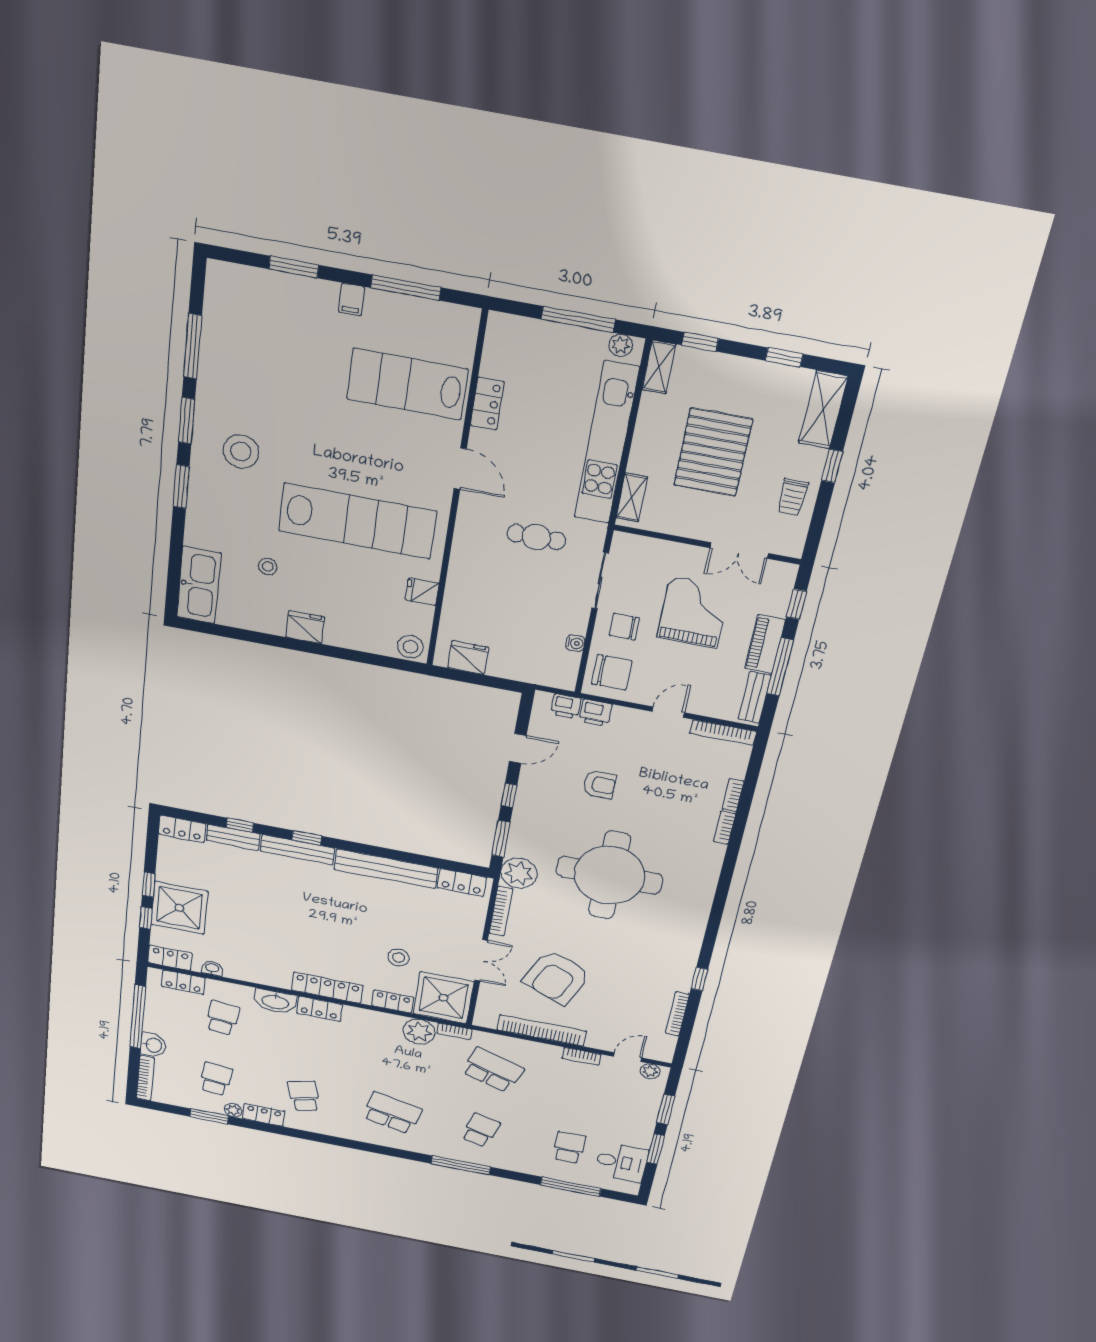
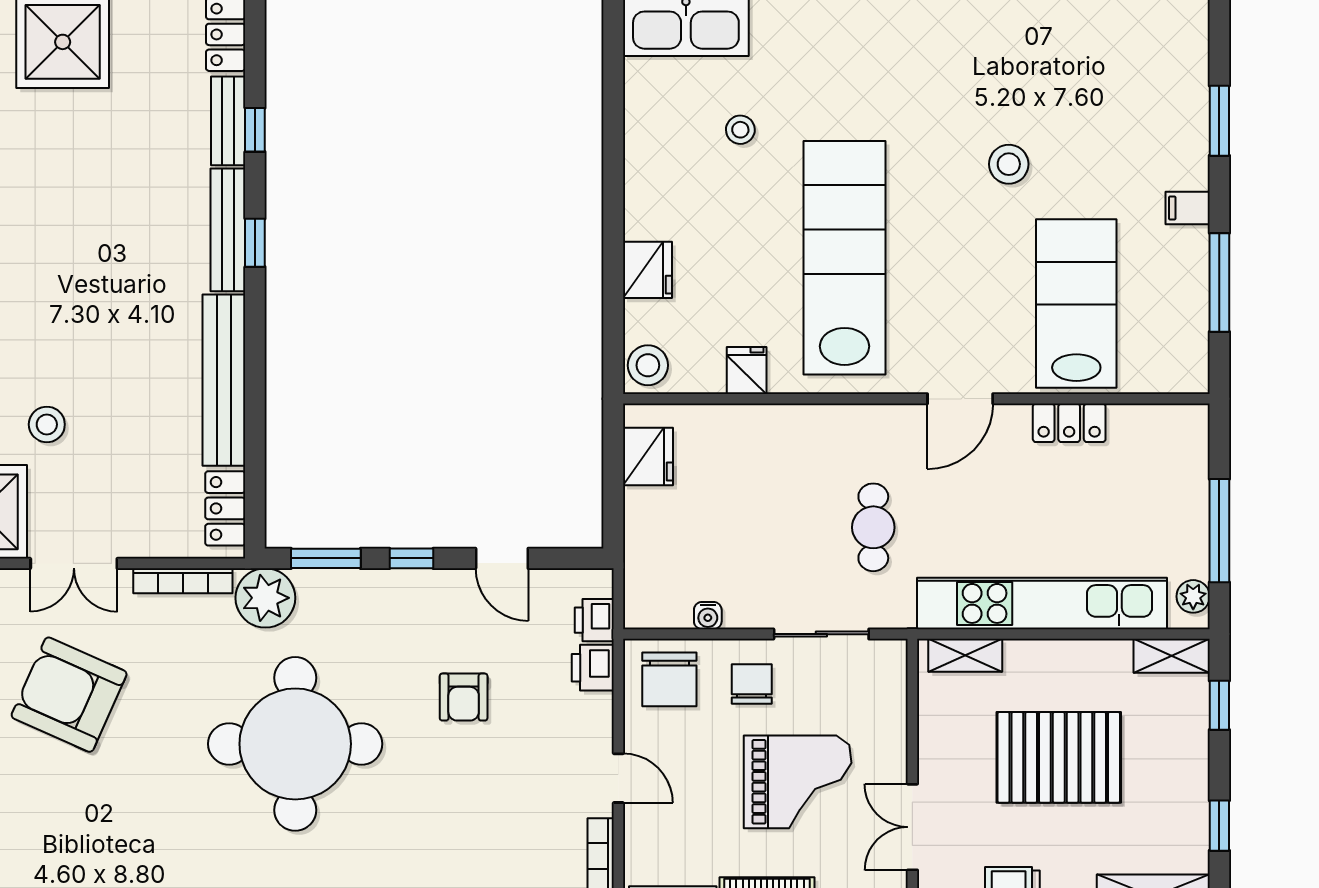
stool: (241, 452) -> (1009, 164), moved, width x0.73, depth x0.73
lab bench: (357, 521) -> (845, 258), turned 180
fridge: (305, 627) -> (647, 270), moved

